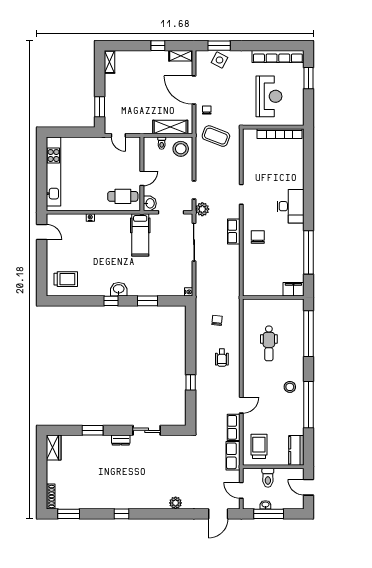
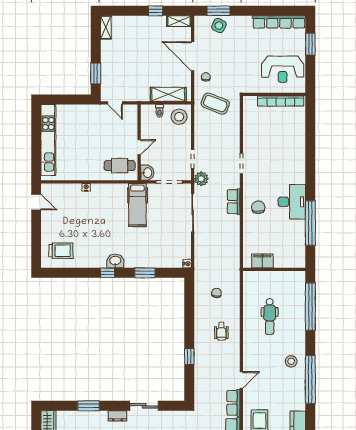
reception desk: (269, 96) -> (283, 69), moved, turned 90
desk: (290, 206) -> (292, 202), moved
filing cabinet: (293, 289) -> (262, 261), moved

